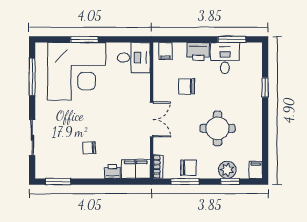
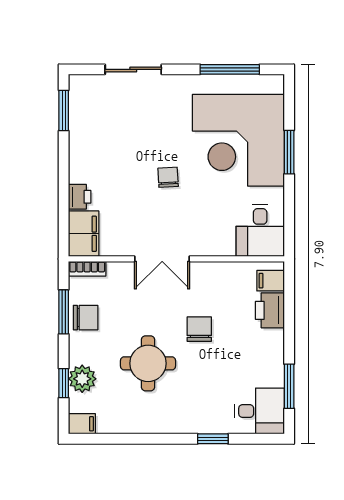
printer: (198, 52) -> (270, 310), moved
desk: (225, 58) -> (260, 411), moved
chair: (187, 86) -> (199, 329), moved
chair: (89, 148) -> (168, 177), moved
chair: (189, 168) -> (86, 318), turned -90

